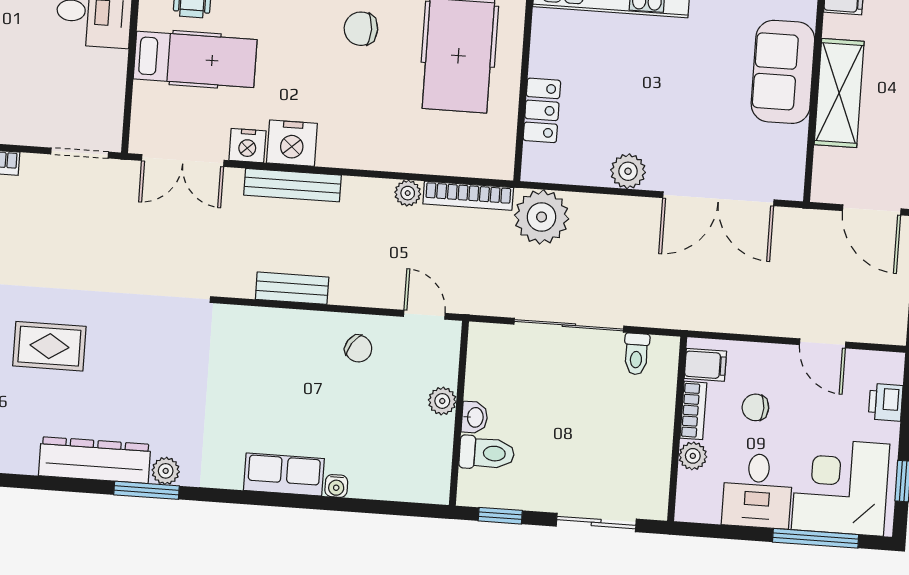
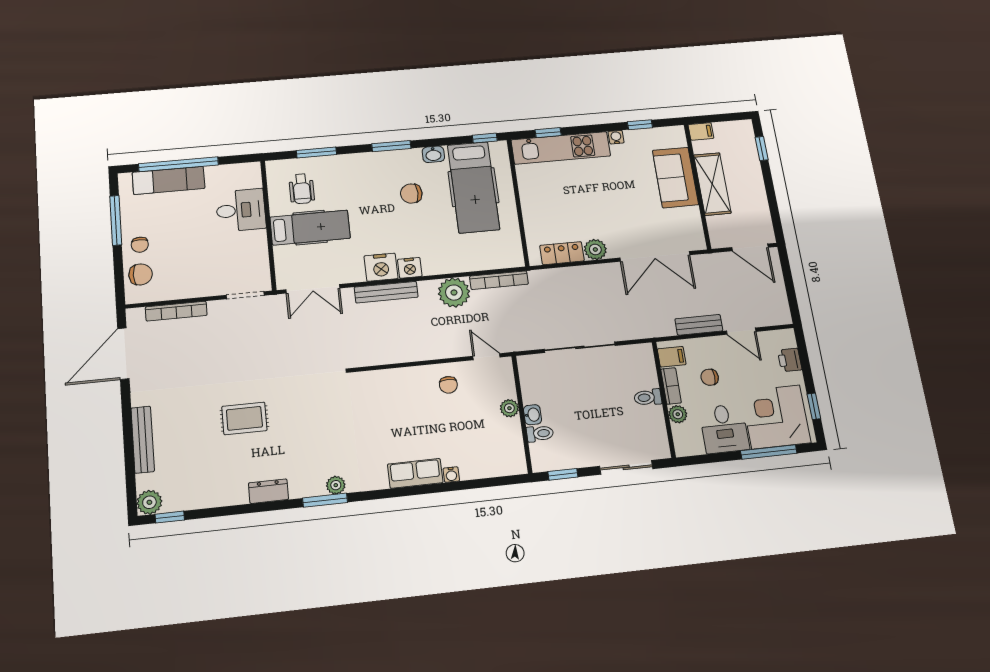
locker: (542, 110) -> (562, 253), moved, turned -90
nightstand: (247, 146) -> (410, 268), moved
plant: (408, 193) -> (454, 293), width x1.87, depth x1.87
plant: (542, 217) -> (548, 285), removed
bench: (292, 288) -> (699, 325), moved
chair: (358, 349) -> (448, 385), turned 56
toilet: (636, 354) -> (648, 397), moved, turned 90
toilet: (487, 453) -> (540, 434), width x0.73, depth x0.72
dresser: (95, 460) -> (268, 491), width x0.51, depth x0.80

